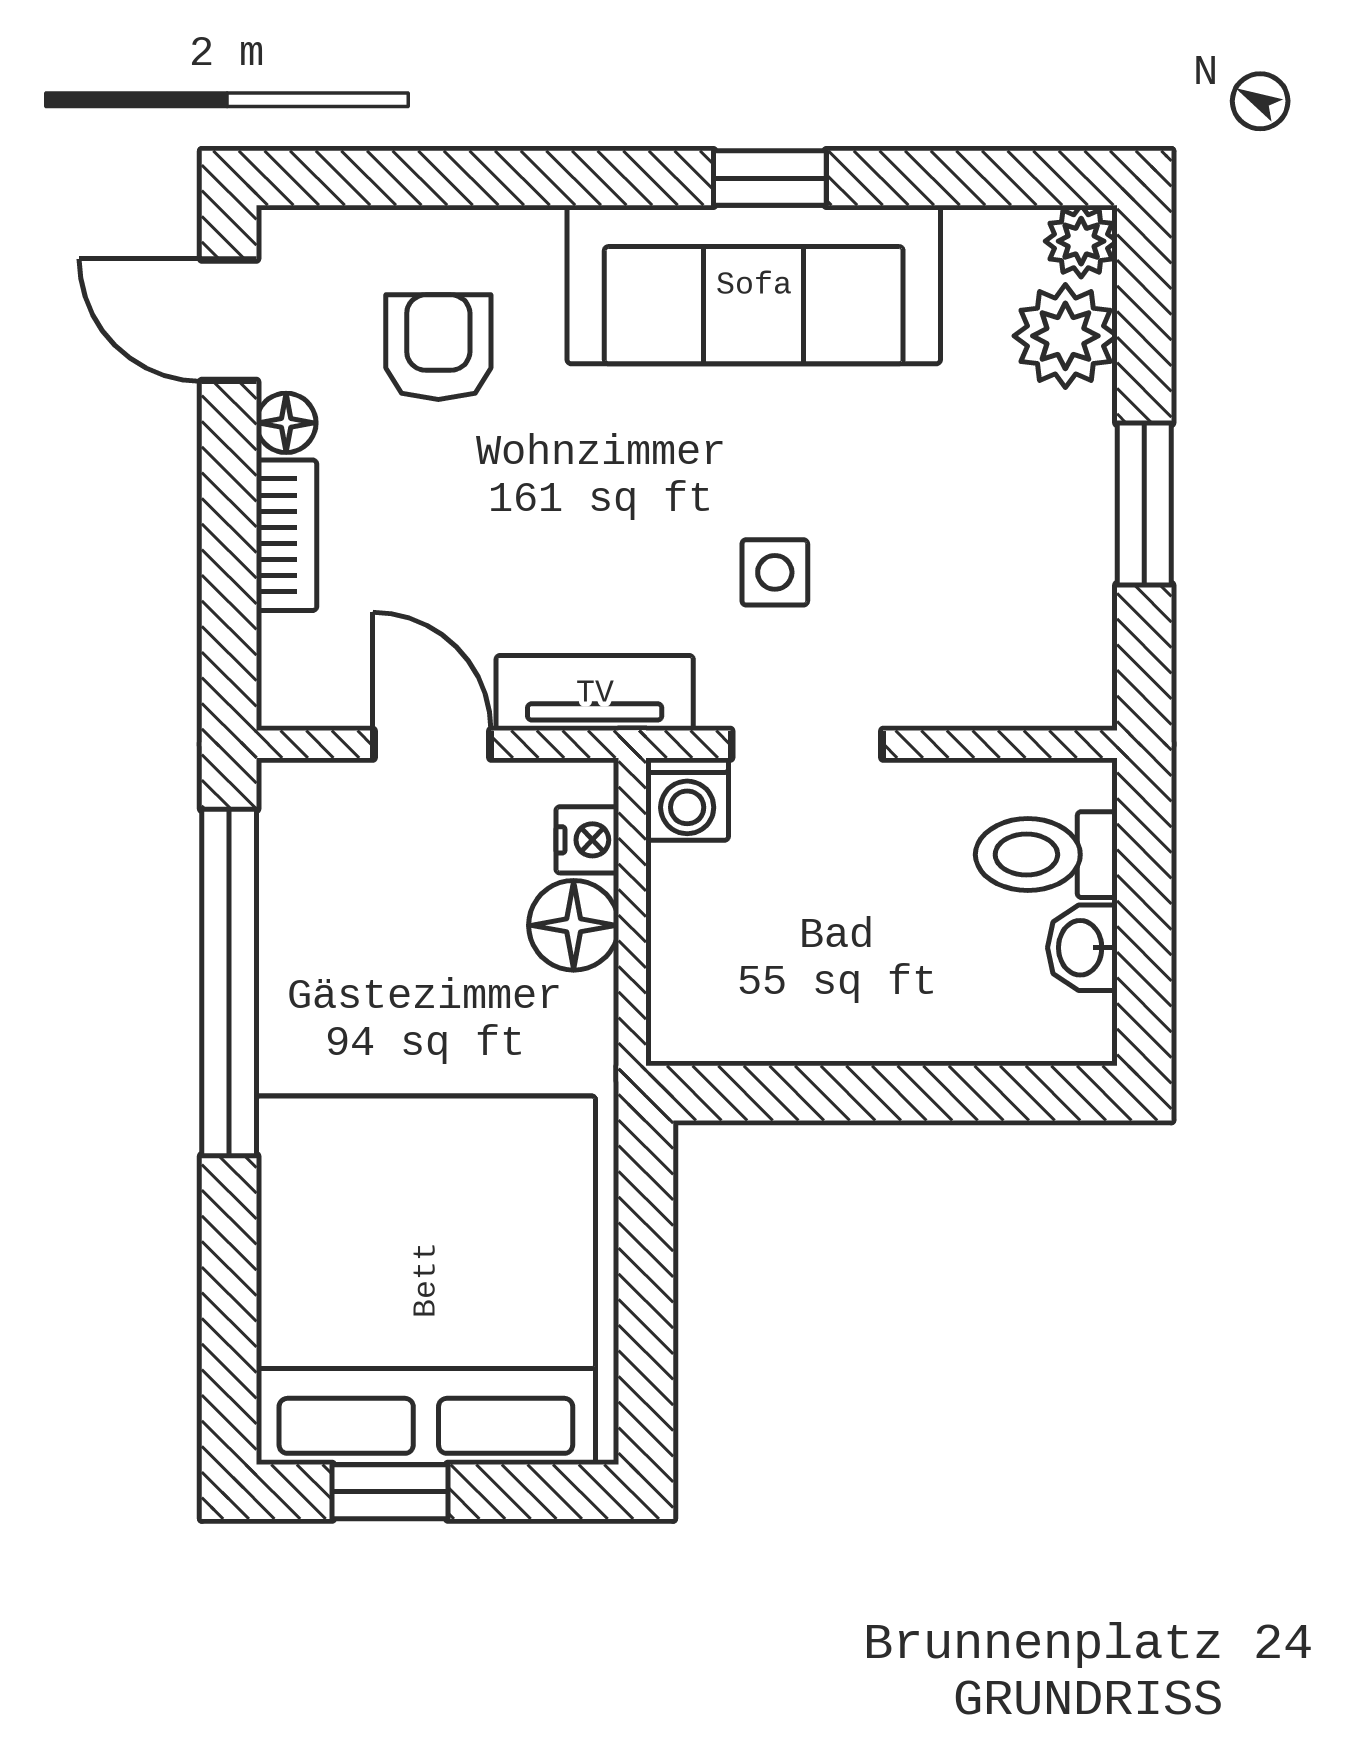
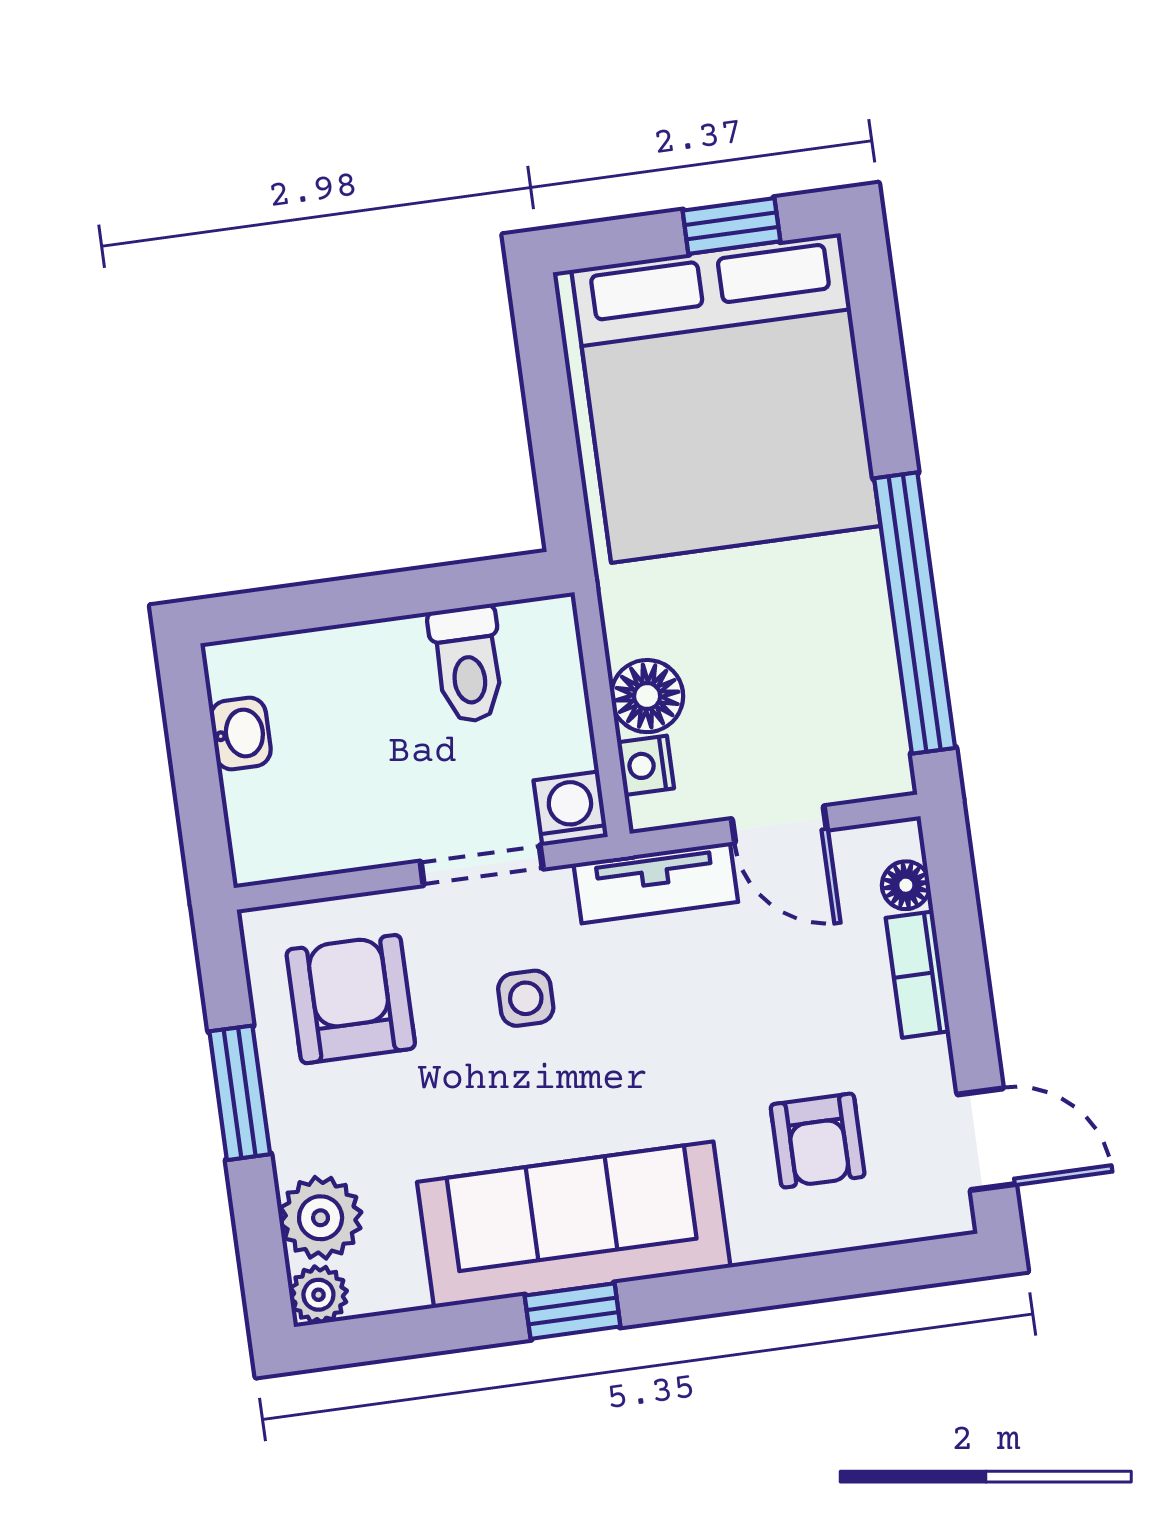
floor lamp: (286, 423) -> (906, 885), moved
armchair: (991, 601) -> (351, 999), added
toilet: (1046, 855) -> (468, 664), moved, turned 90

